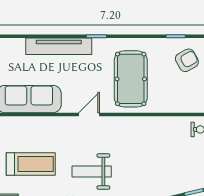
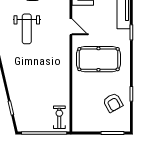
weight bench: (92, 172) -> (27, 29), turned 180

